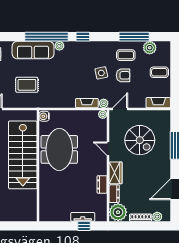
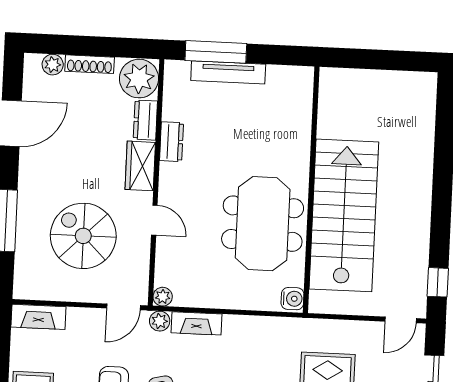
tv unit: (83, 217) -> (228, 72), width x1.41
window: (84, 226) -> (216, 52), width x2.17

